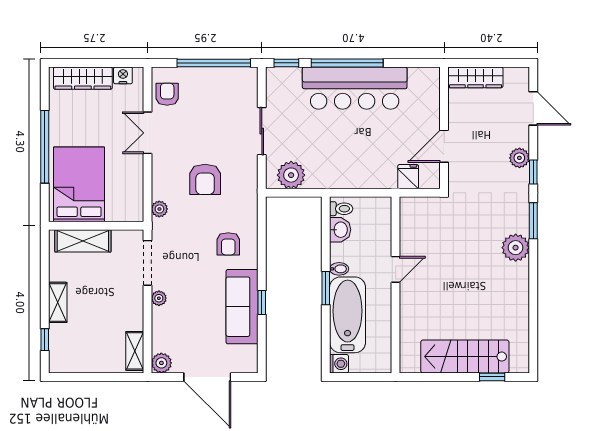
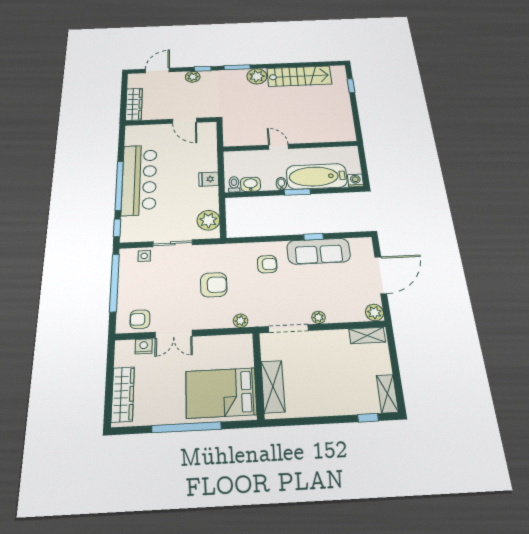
nightstand: (123, 75) -> (144, 346), moved, turned 90
side table: (247, 97) -> (144, 256), added
fridge: (408, 177) -> (209, 179), moved
shelving: (58, 302) -> (387, 394), moved, turned 90
stairs: (465, 357) -> (299, 76), moved, turned -90

